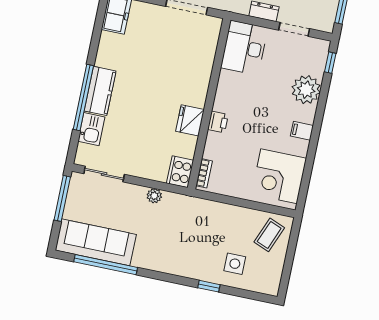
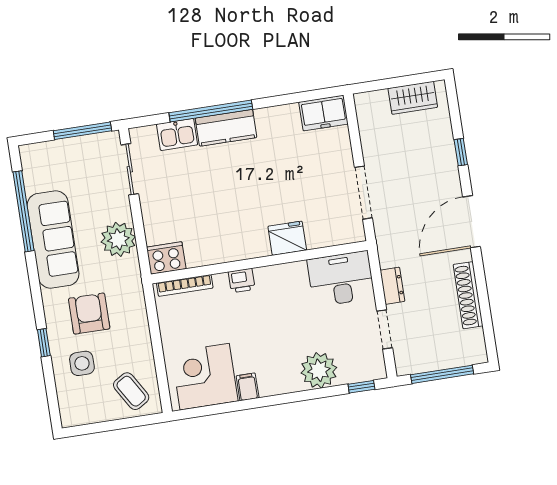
fridge: (190, 120) -> (287, 238), moved
filing cabinet: (302, 131) -> (248, 387), moved
bookcase: (204, 173) -> (185, 285), width x1.56
plant: (154, 196) -> (118, 239), width x1.88, depth x1.88
coffee table: (269, 235) -> (131, 391), turned 37
sofa: (96, 242) -> (53, 239), moved
armchair: (200, 244) -> (89, 314), added

